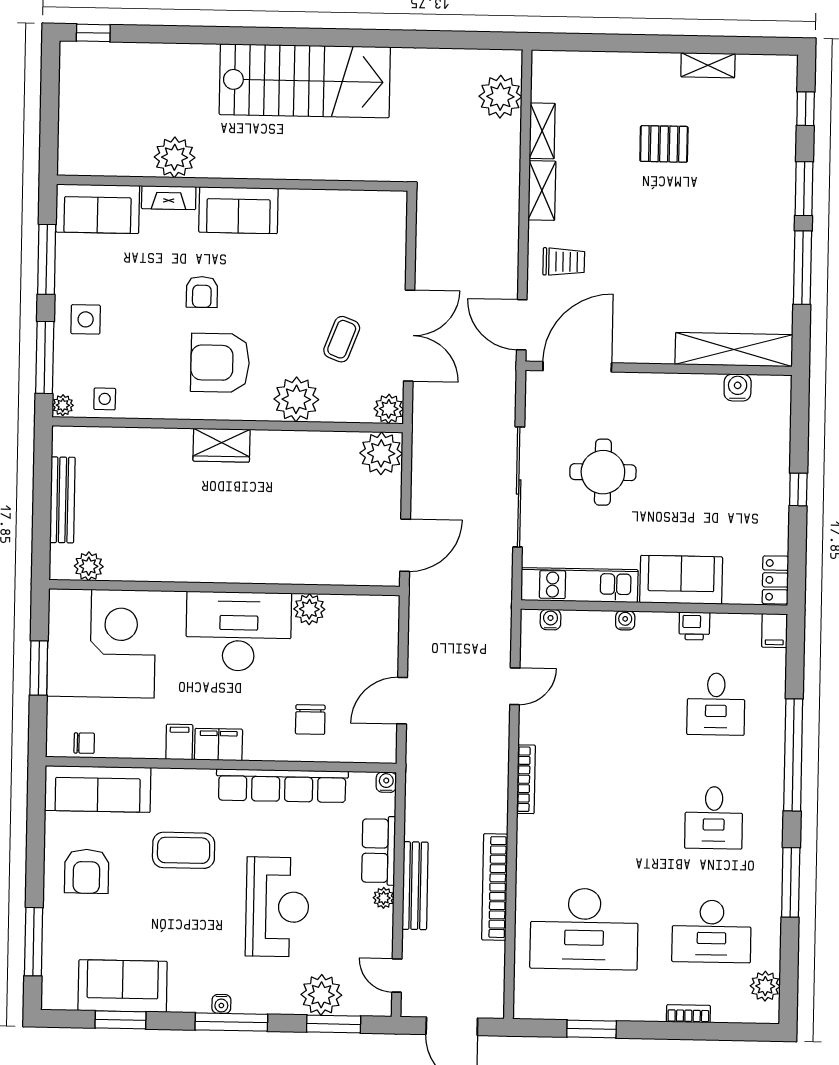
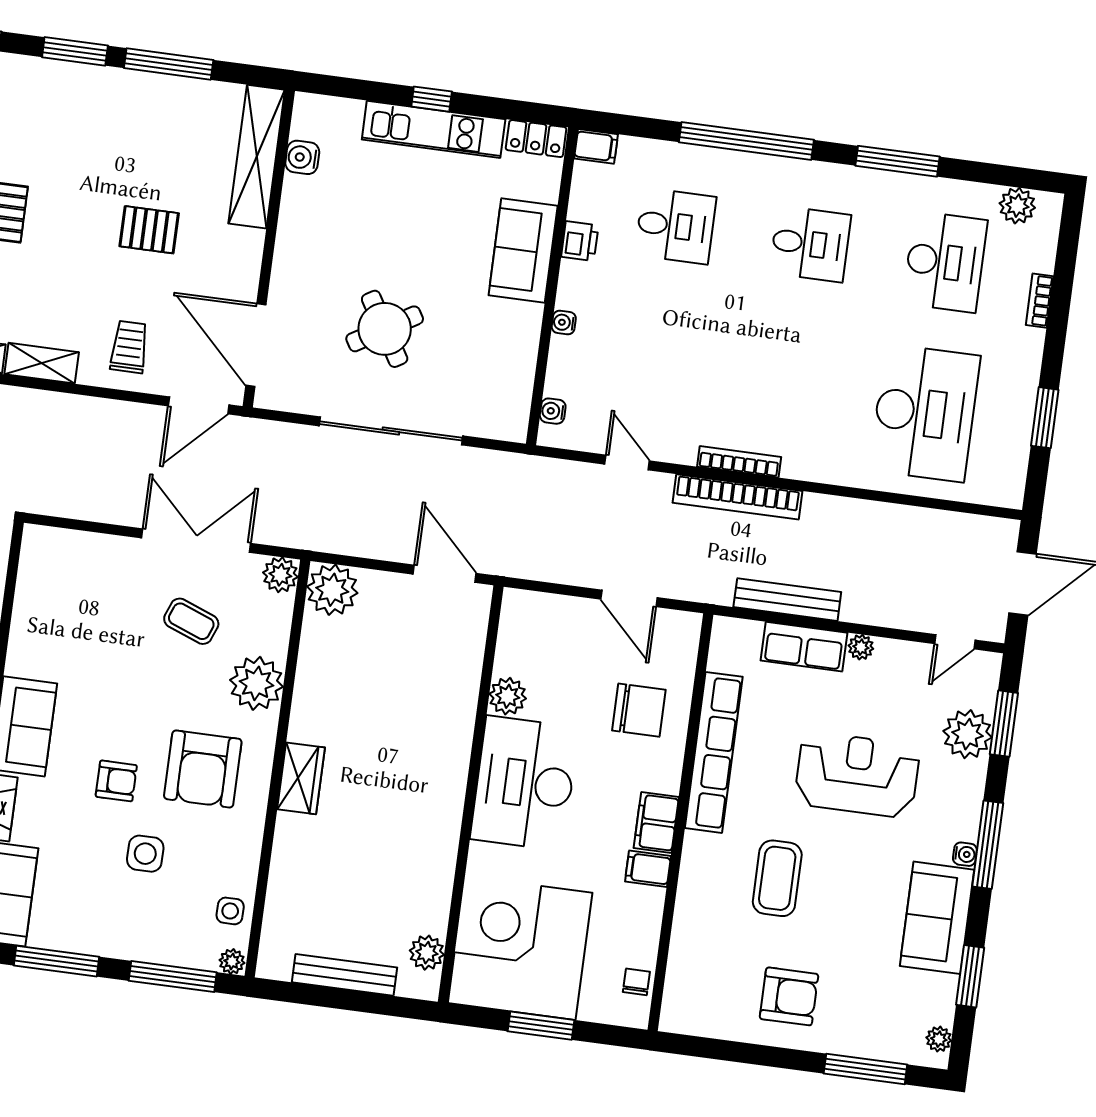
pallet: (663, 267) -> (149, 230), added
side table: (86, 319) -> (145, 854), moved
round table: (603, 472) -> (385, 329), turned -31
kitchen unit: (579, 585) -> (434, 129), moved, turned -90
chair: (310, 720) -> (639, 710), width x1.37, depth x1.37
water cooler: (386, 782) -> (724, 628), removed
sofa: (98, 789) -> (693, 972), removed
bench: (415, 886) -> (787, 600), moved
bookcase: (495, 887) -> (737, 497), moved
sofa: (123, 986) -> (937, 918), moved
plant: (65, 1000) -> (939, 1039), added

